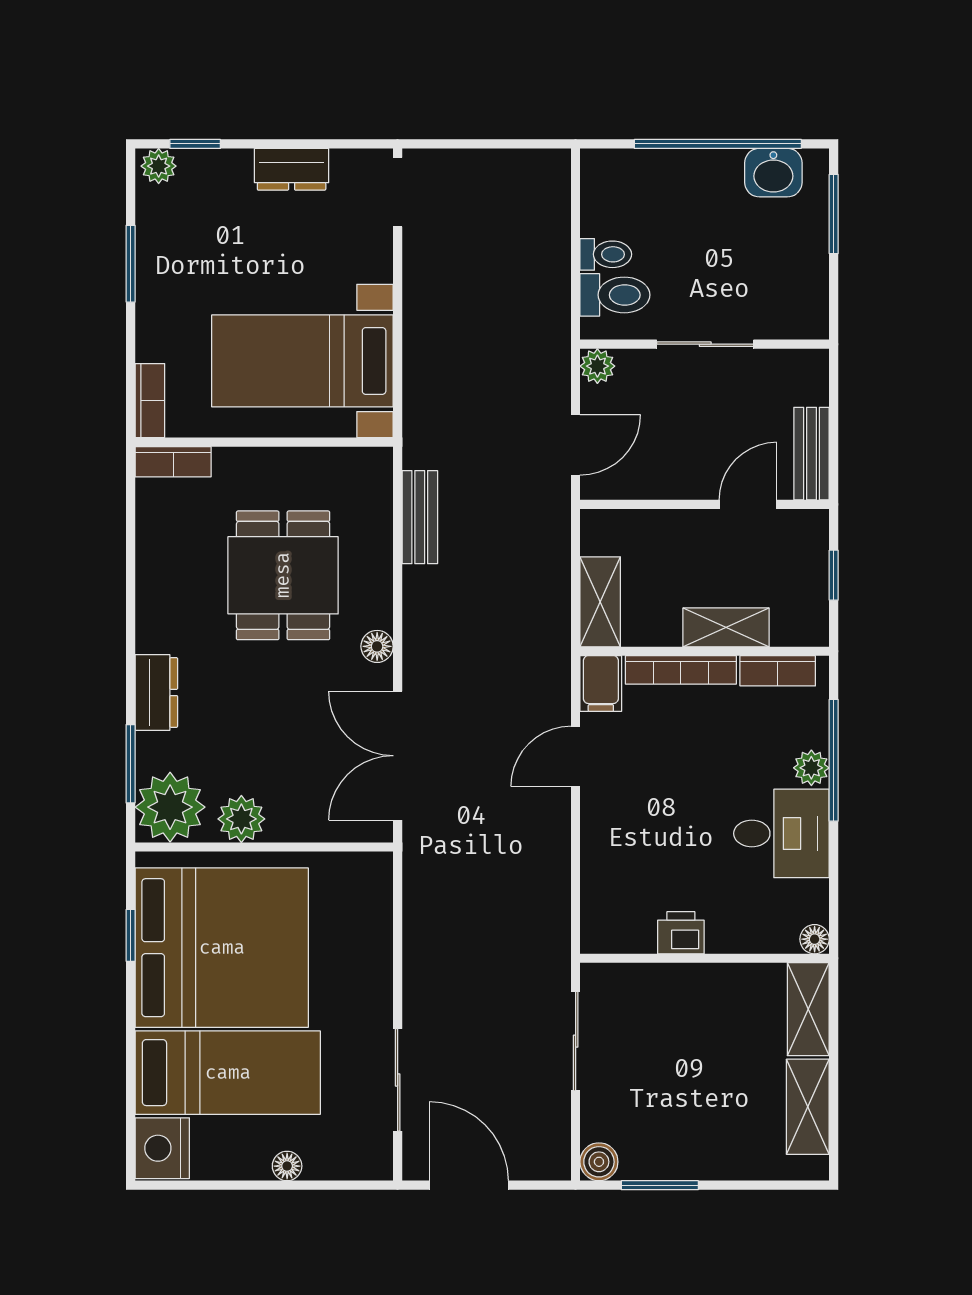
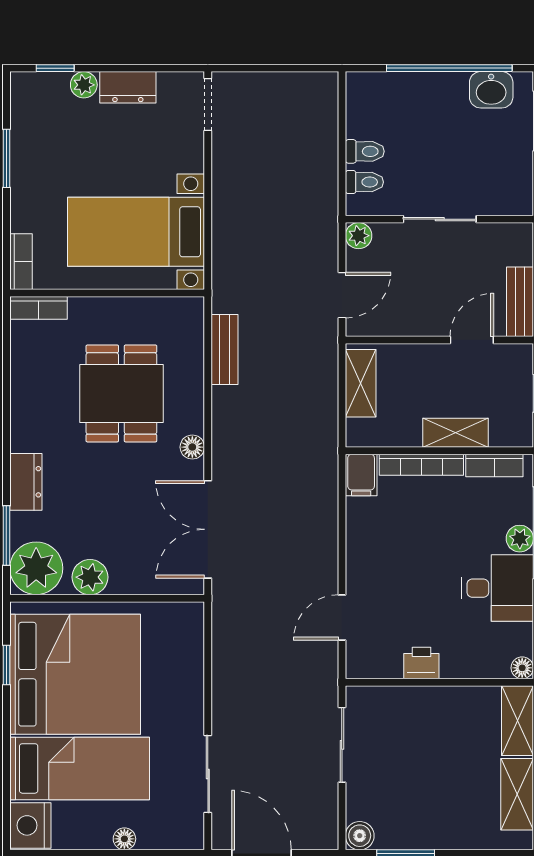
plant: (159, 166) -> (84, 85), moved
toilet: (615, 295) -> (364, 182), width x0.73, depth x0.72
shelving: (600, 602) -> (361, 383), moved
door: (576, 756) -> (342, 617), moved

